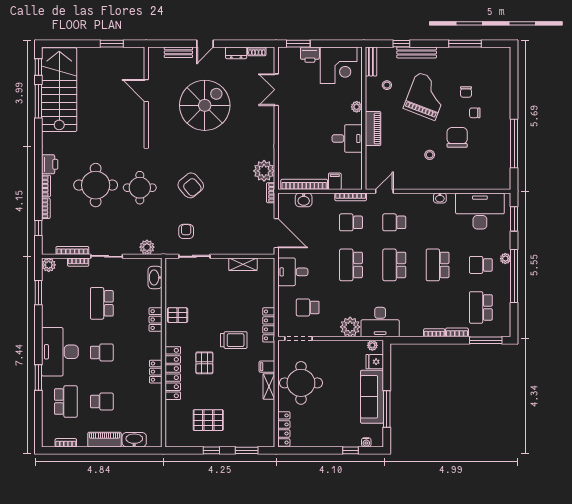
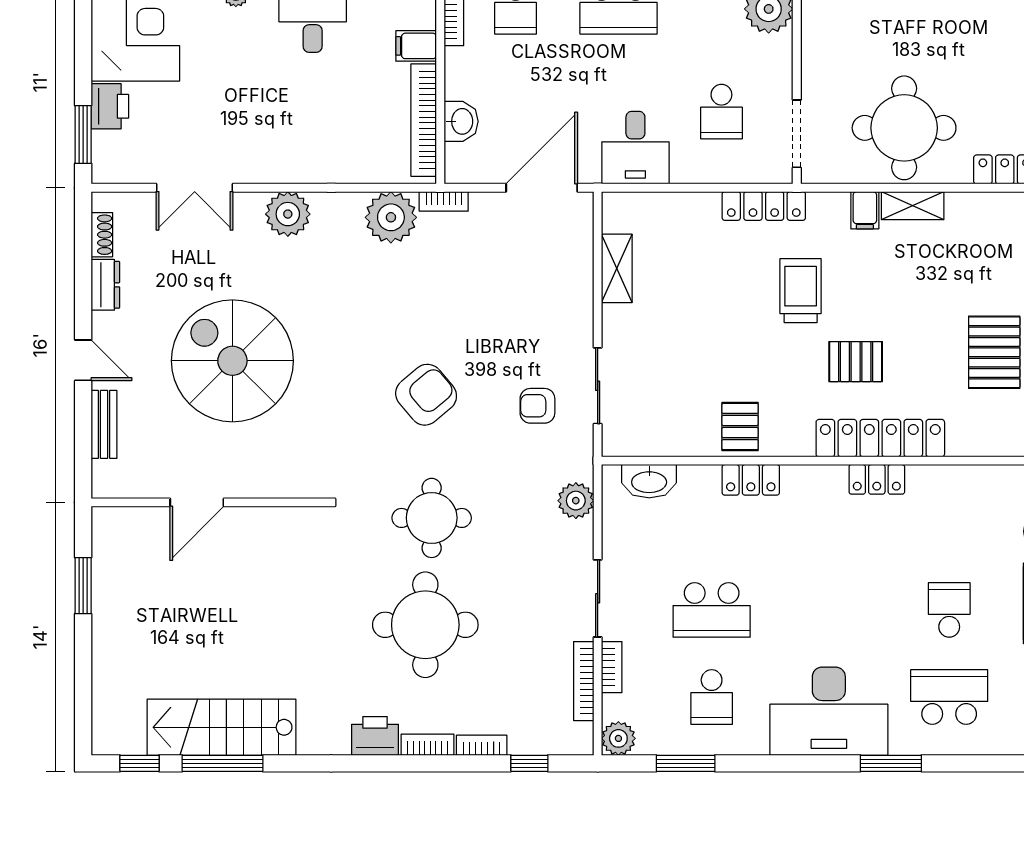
stairs: (59, 90) -> (222, 727), width x0.73, depth x0.66
plant: (265, 128) -> (288, 214), added
school desk: (102, 352) -> (712, 697), moved, turned 180

